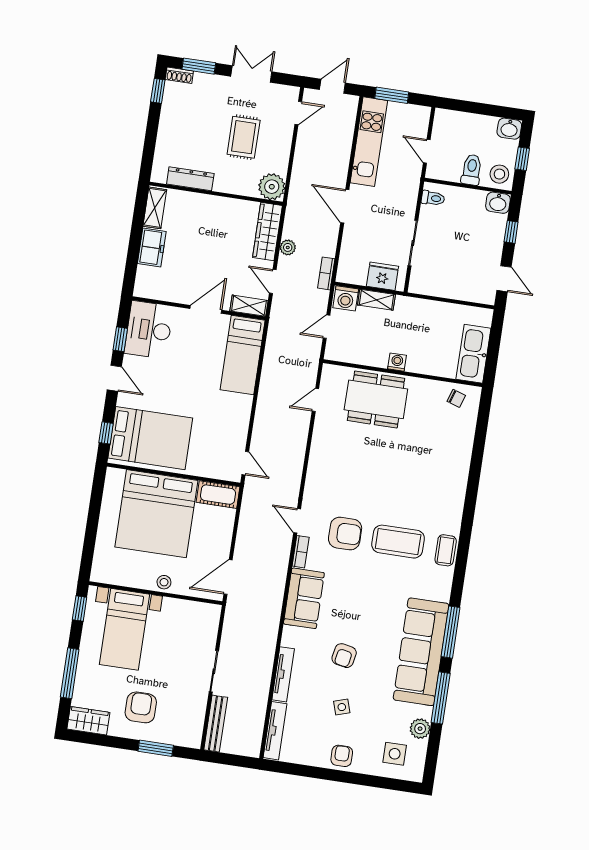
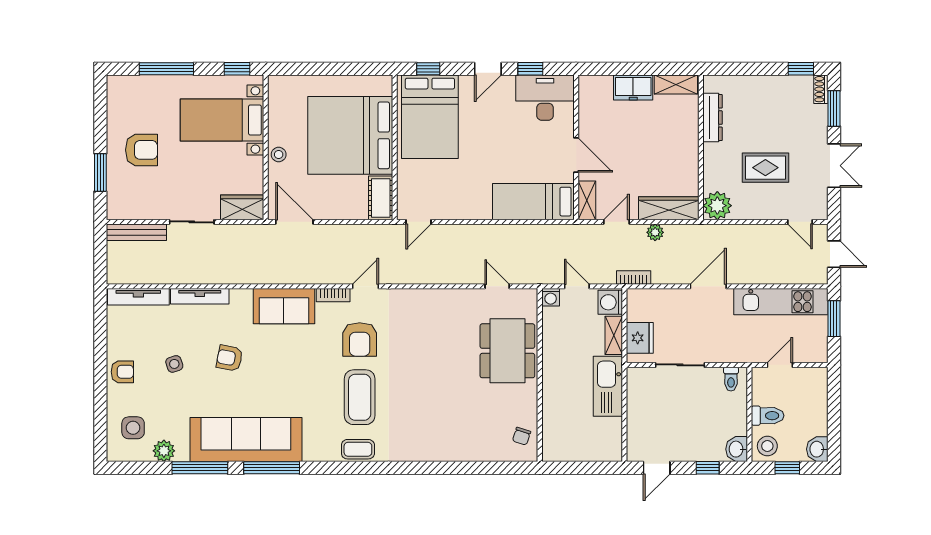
kitchen sink: (473, 354) -> (608, 386), moved, turned -90
washing machine: (397, 362) -> (551, 297), moved, turned 90
wardrobe: (88, 721) -> (242, 207), moved, turned -90

